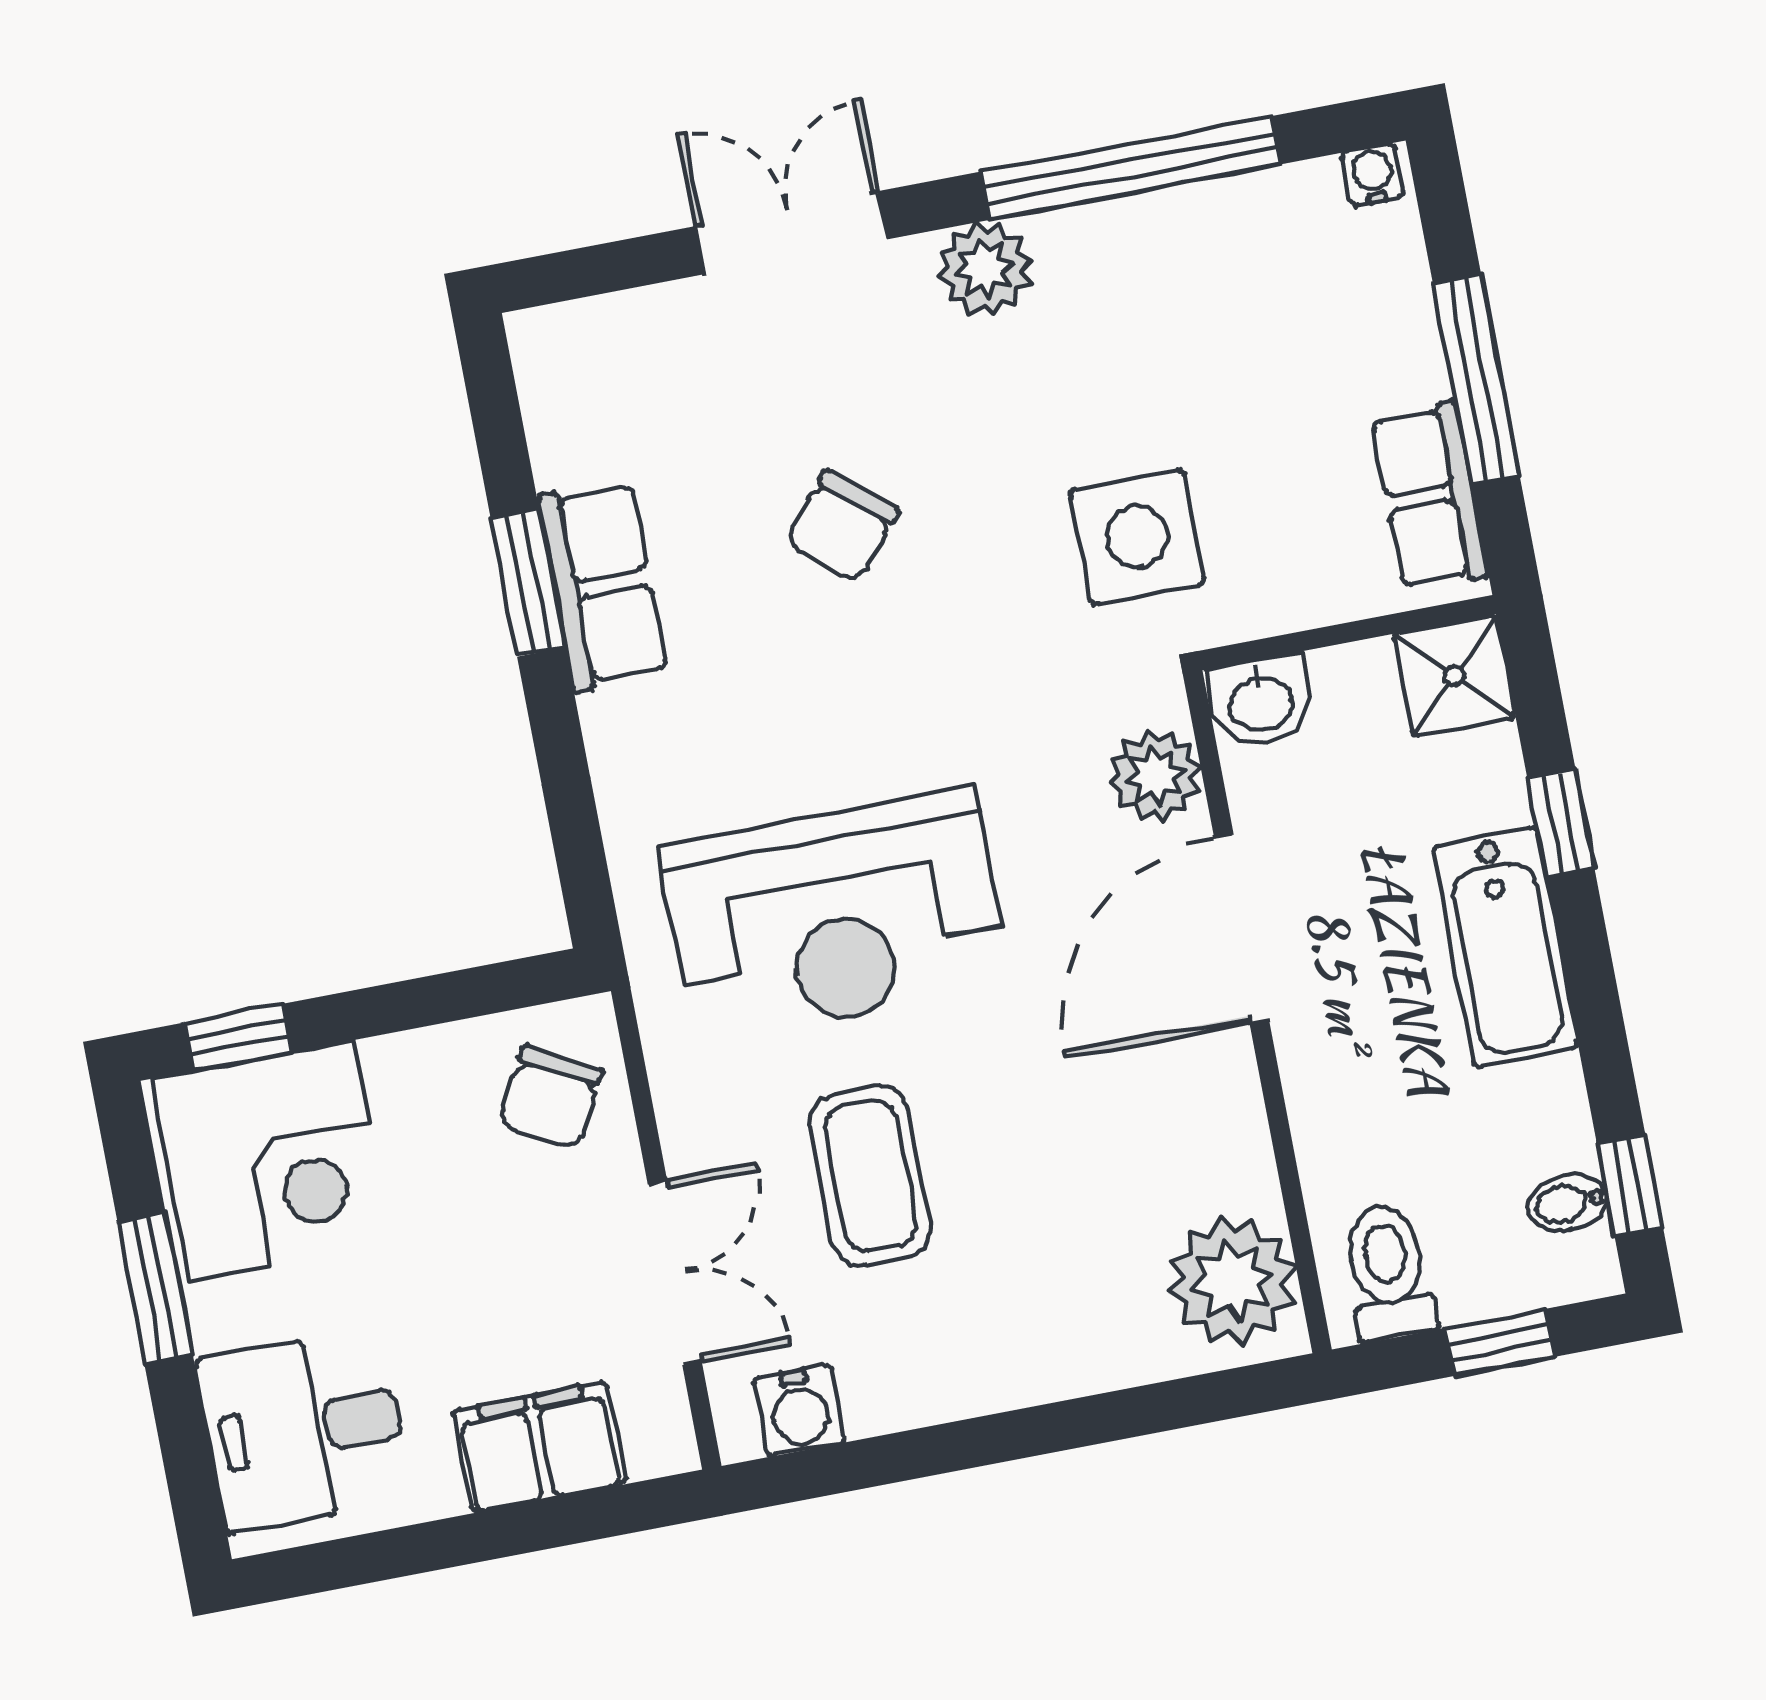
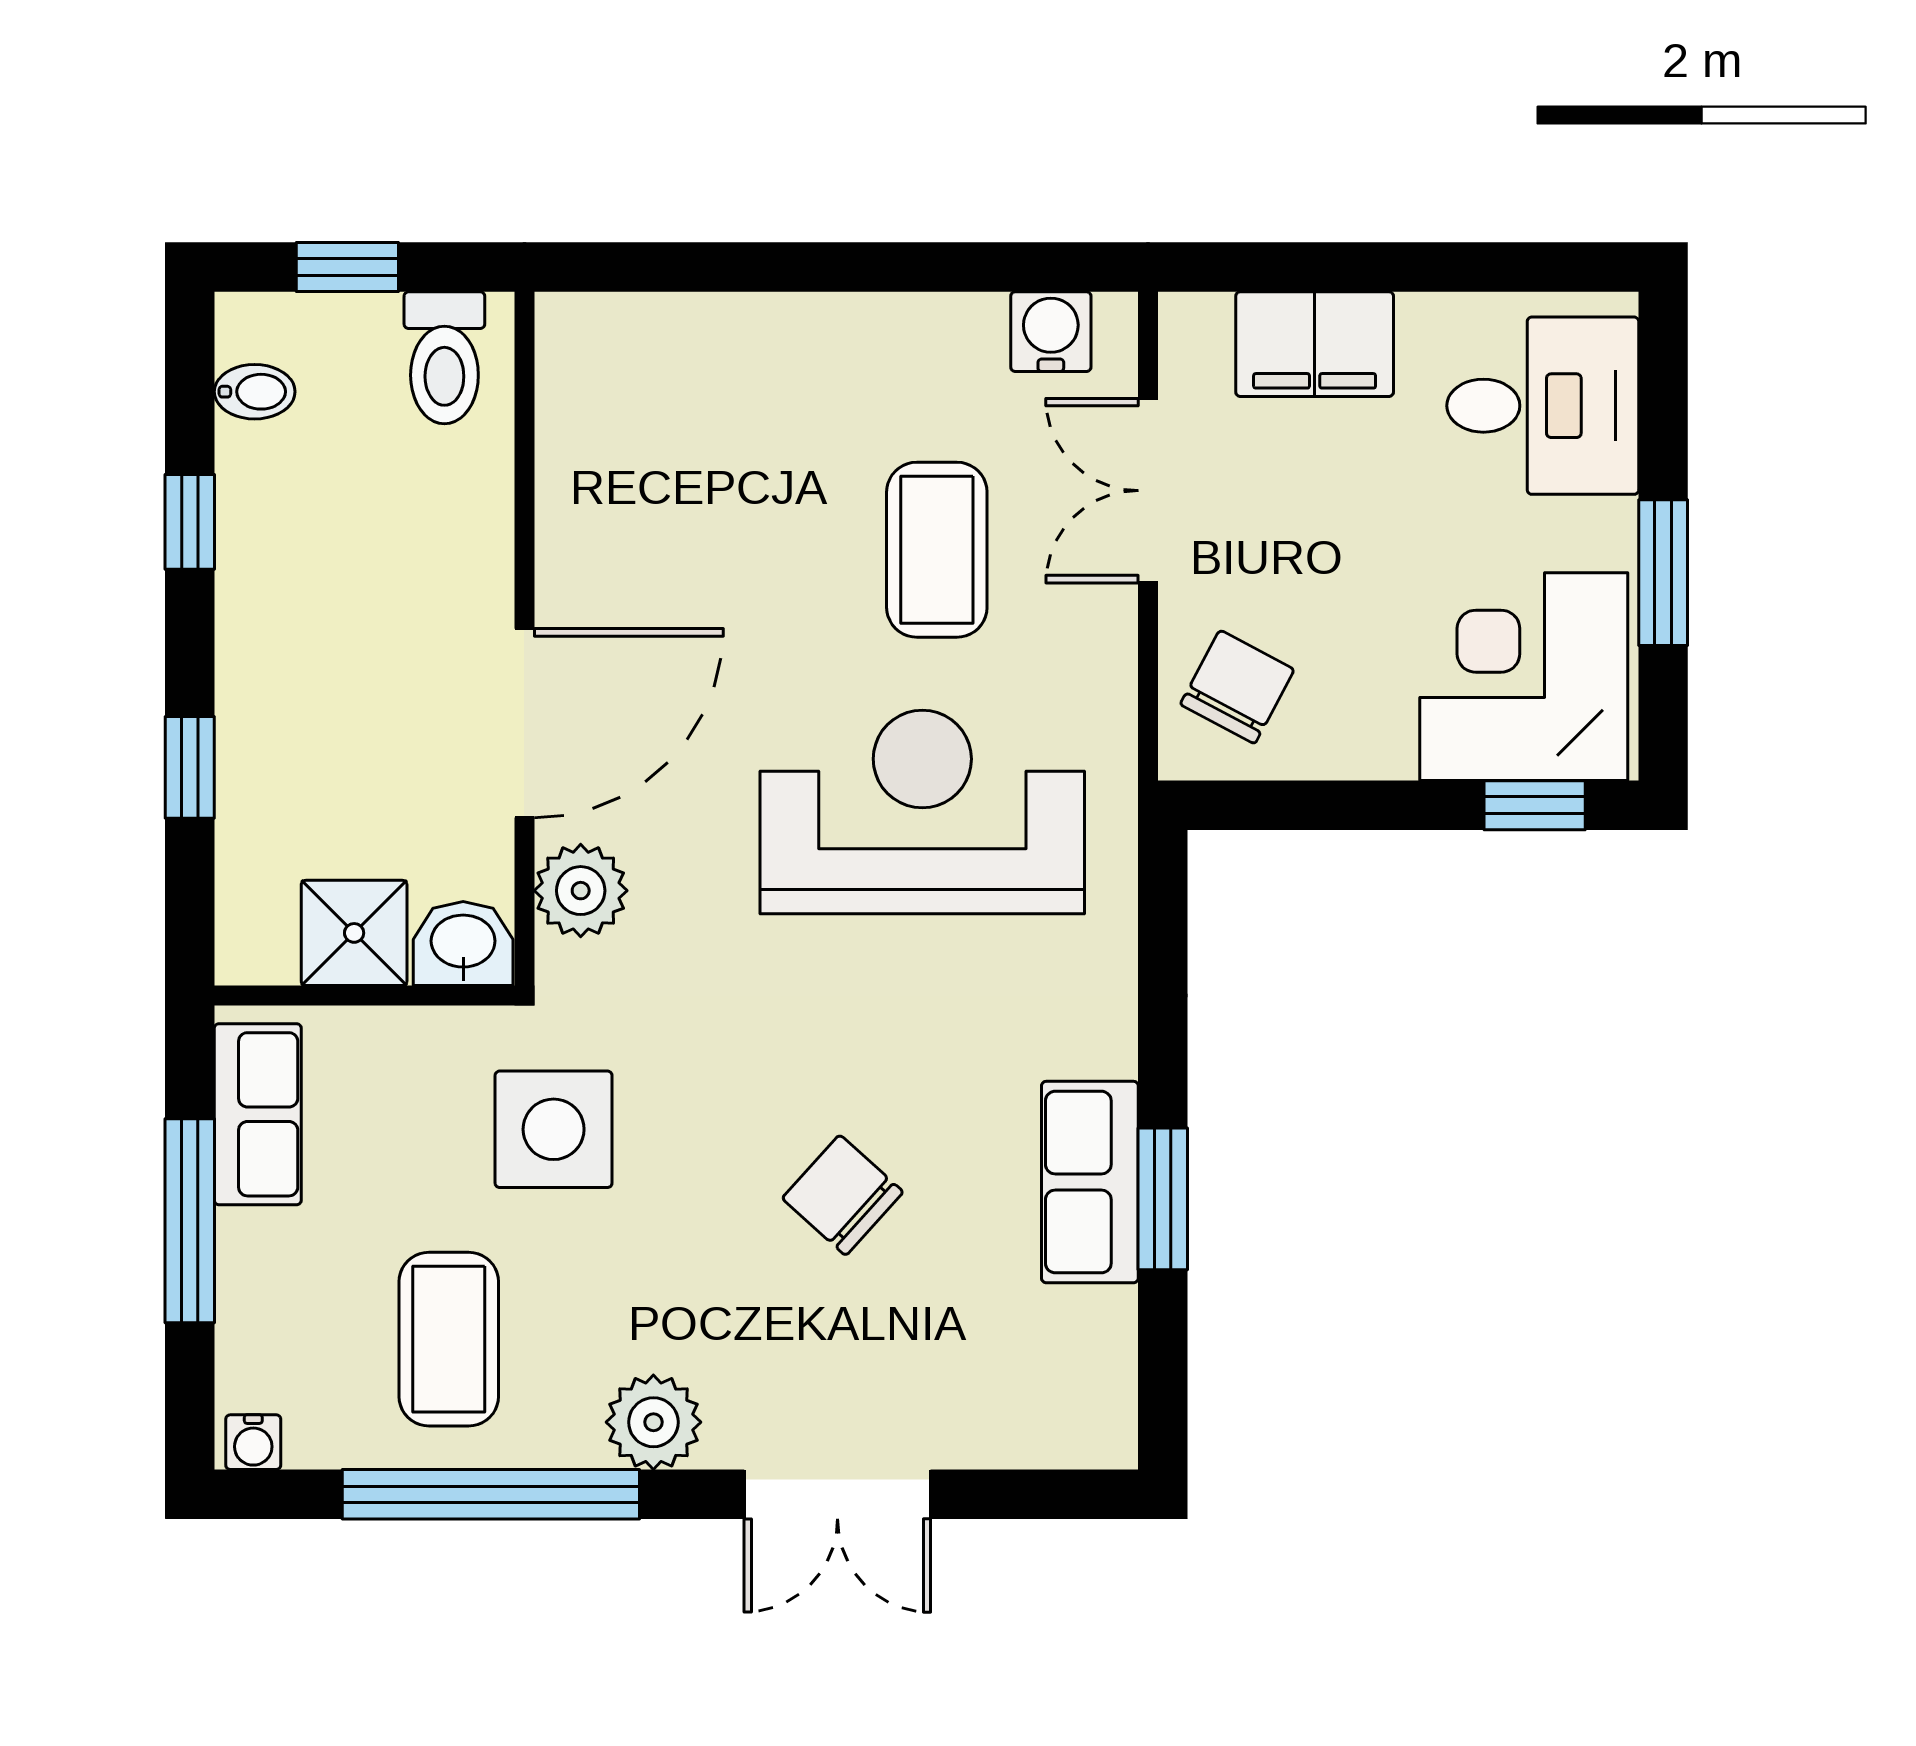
coffee table: (1201, 312) -> (449, 1339), added
chair: (842, 526) -> (843, 1195), turned -88
shower: (1454, 676) -> (354, 933), moved
bathtub: (1505, 947) -> (268, 656), removed
window: (1630, 1185) -> (190, 522), moved
plant: (1232, 1281) -> (600, 378), removed

